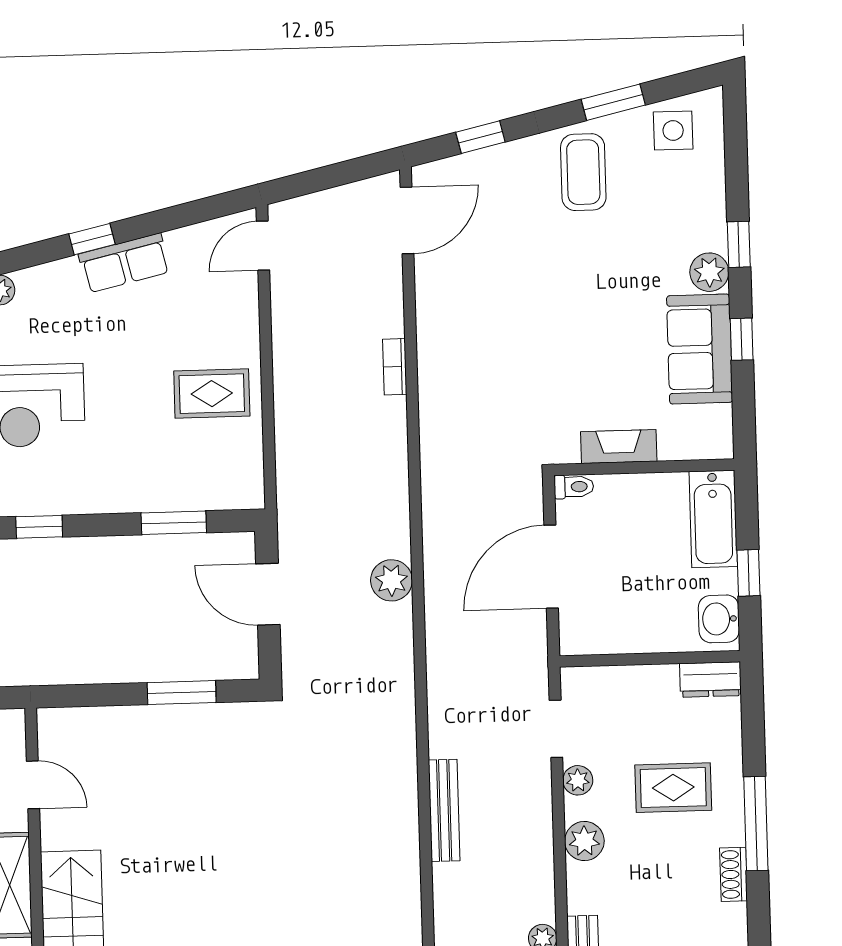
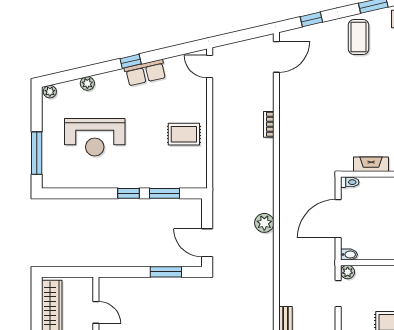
door: (263, 246) -> (210, 67), hinge flipped
window: (39, 527) -> (128, 193), moved
door: (268, 594) -> (207, 243), moved
bidet: (577, 643) -> (349, 255), added
plant: (578, 780) -> (348, 272), moved

